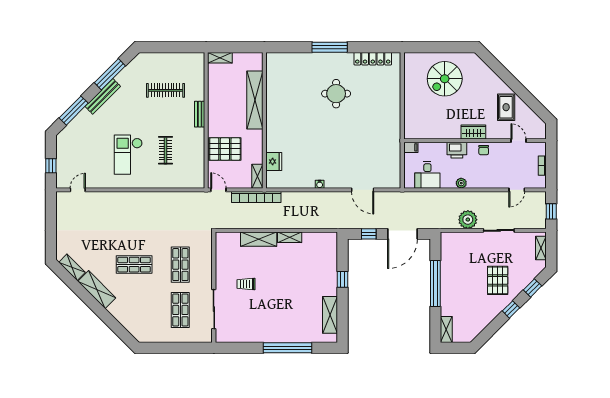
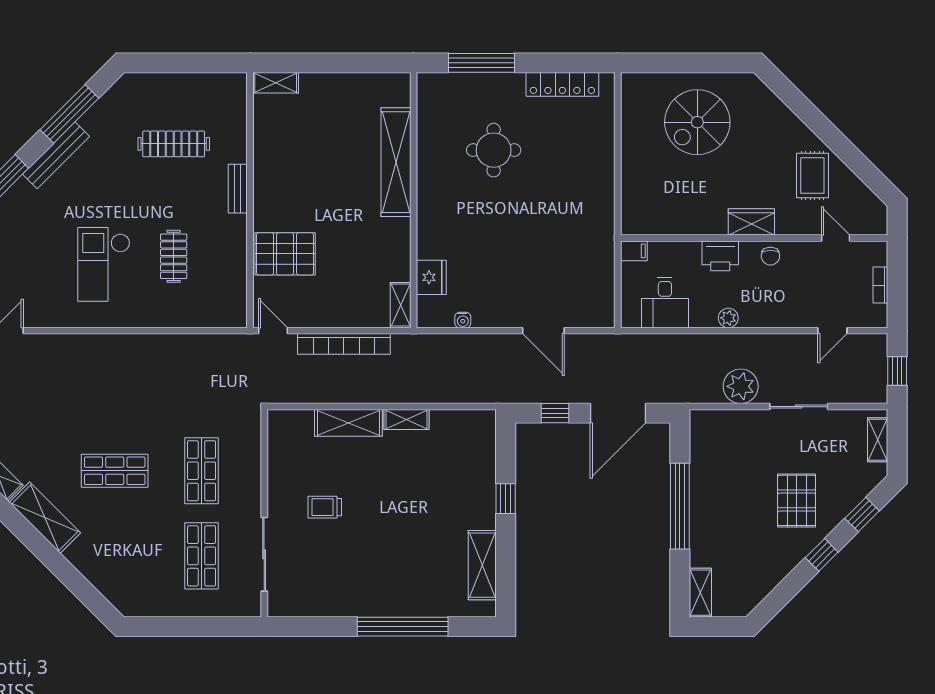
shelving: (255, 100) -> (396, 162), moved
wall: (264, 120) -> (414, 200), moved
fridge: (274, 161) -> (431, 277), moved
shelving: (257, 176) -> (401, 305), moved

